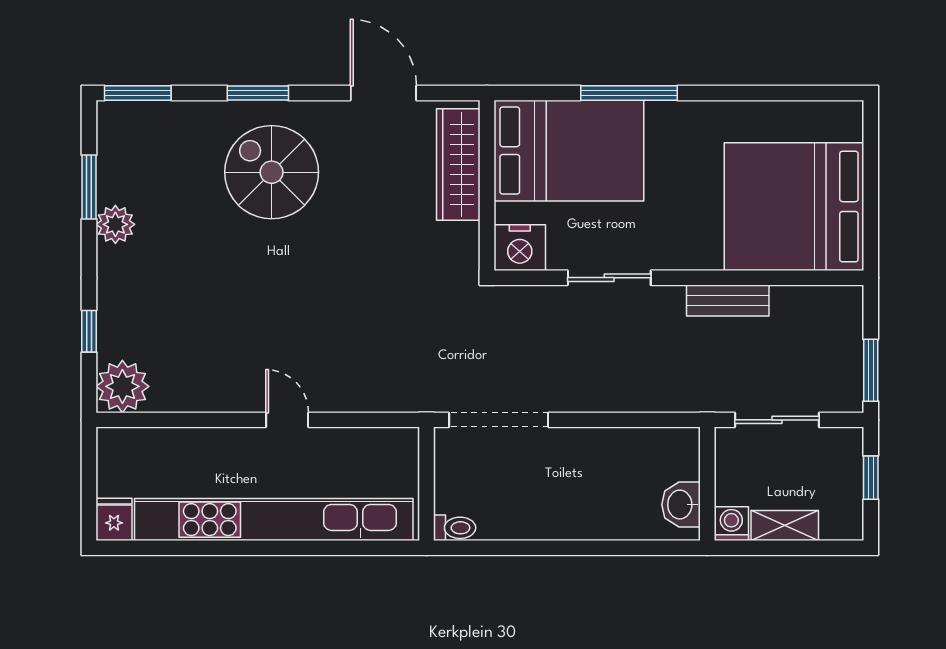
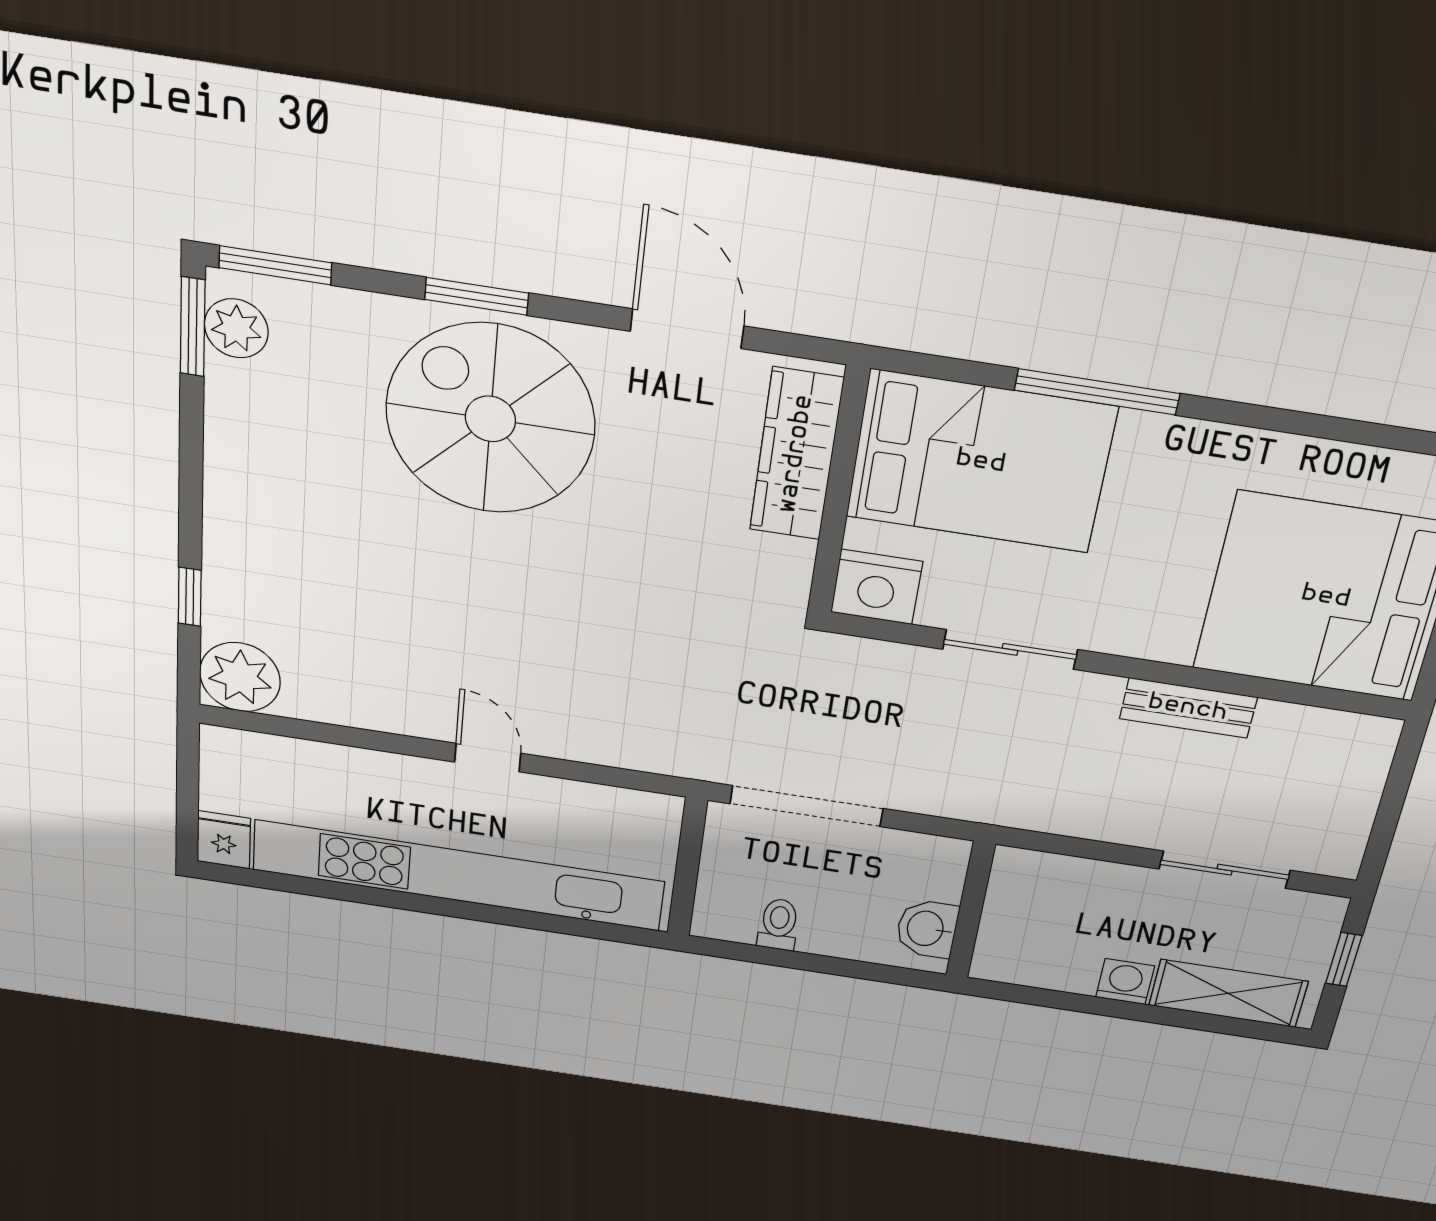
spiral stairs: (272, 172) -> (490, 419), width x1.37, depth x1.37
window: (89, 187) -> (193, 327), moved
plant: (115, 224) -> (236, 328), moved
window: (871, 370) -> (1383, 830), removed
wall: (707, 484) -> (970, 910), moved
washbasin: (681, 505) -> (927, 929), moved
shelving: (785, 526) -> (1228, 993), width x1.50, depth x1.33
toilet: (455, 528) -> (779, 924), moved, turned -90

